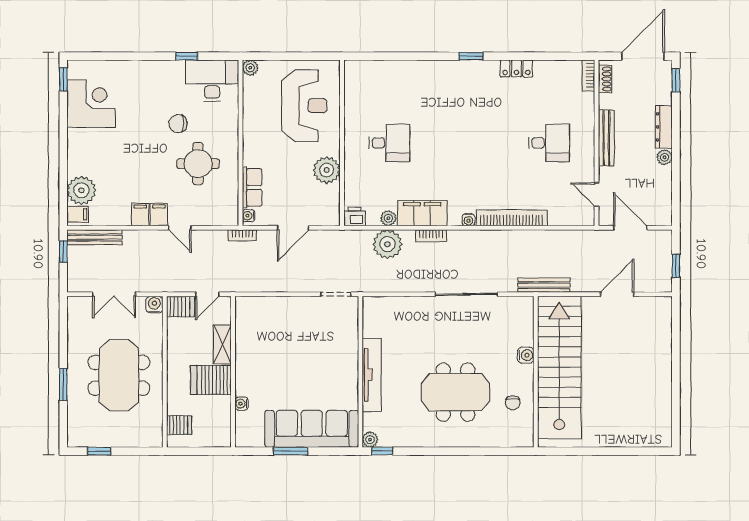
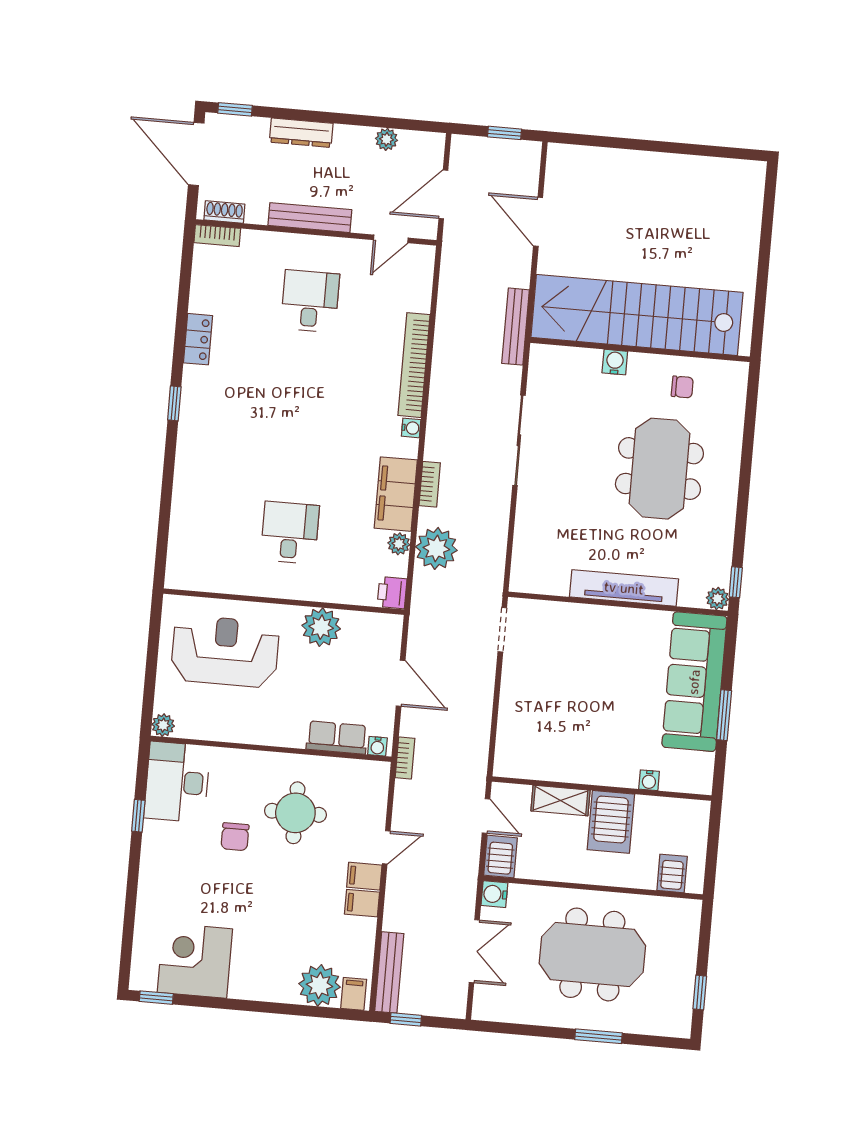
plant: (665, 157) -> (387, 139), moved

